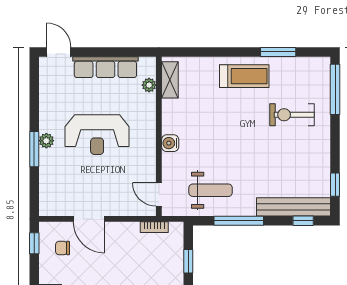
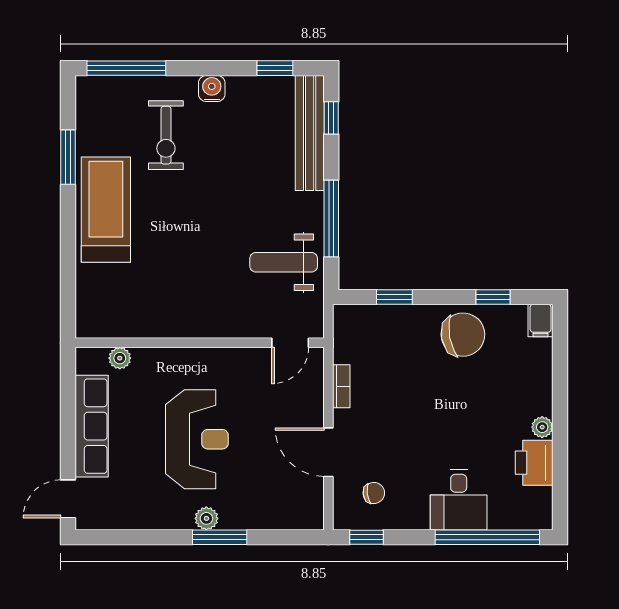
treadmill: (244, 76) -> (106, 210), width x1.37, depth x1.38
shelving: (170, 80) -> (112, 326), removed
water cooler: (170, 143) -> (212, 88), moved, turned 180
weight bench: (211, 190) -> (284, 262), turned -90
door: (89, 219) -> (328, 452), swing flipped
bookcase: (154, 227) -> (341, 386), moved
chair: (63, 248) -> (374, 493), turned -98

